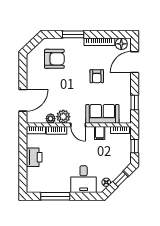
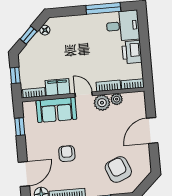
armchair: (54, 59) -> (118, 170), turned 68
door: (23, 100) -> (152, 130), moved
filing cabinet: (100, 133) -> (57, 87), width x2.00
desk: (84, 179) -> (123, 26), moved, turned 90

